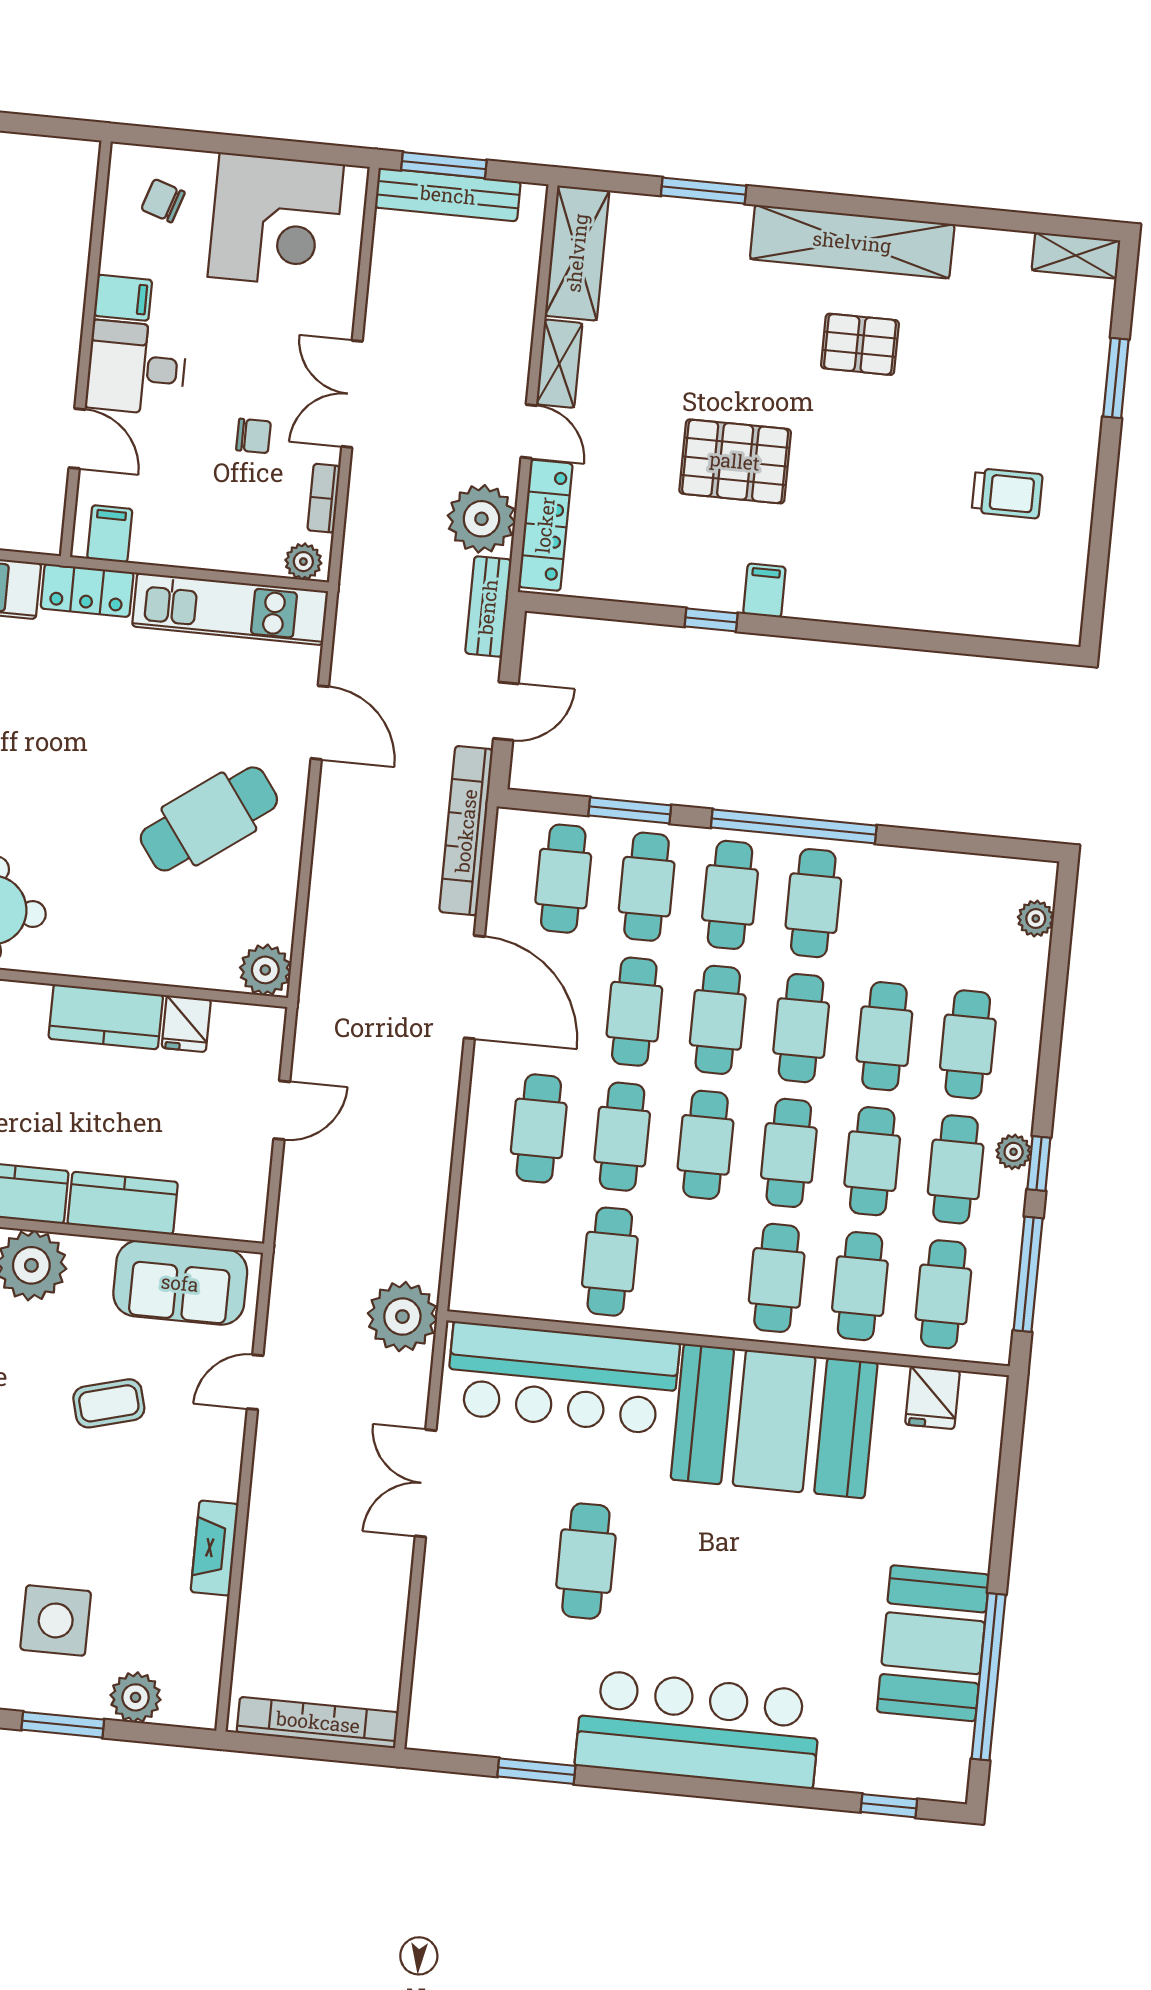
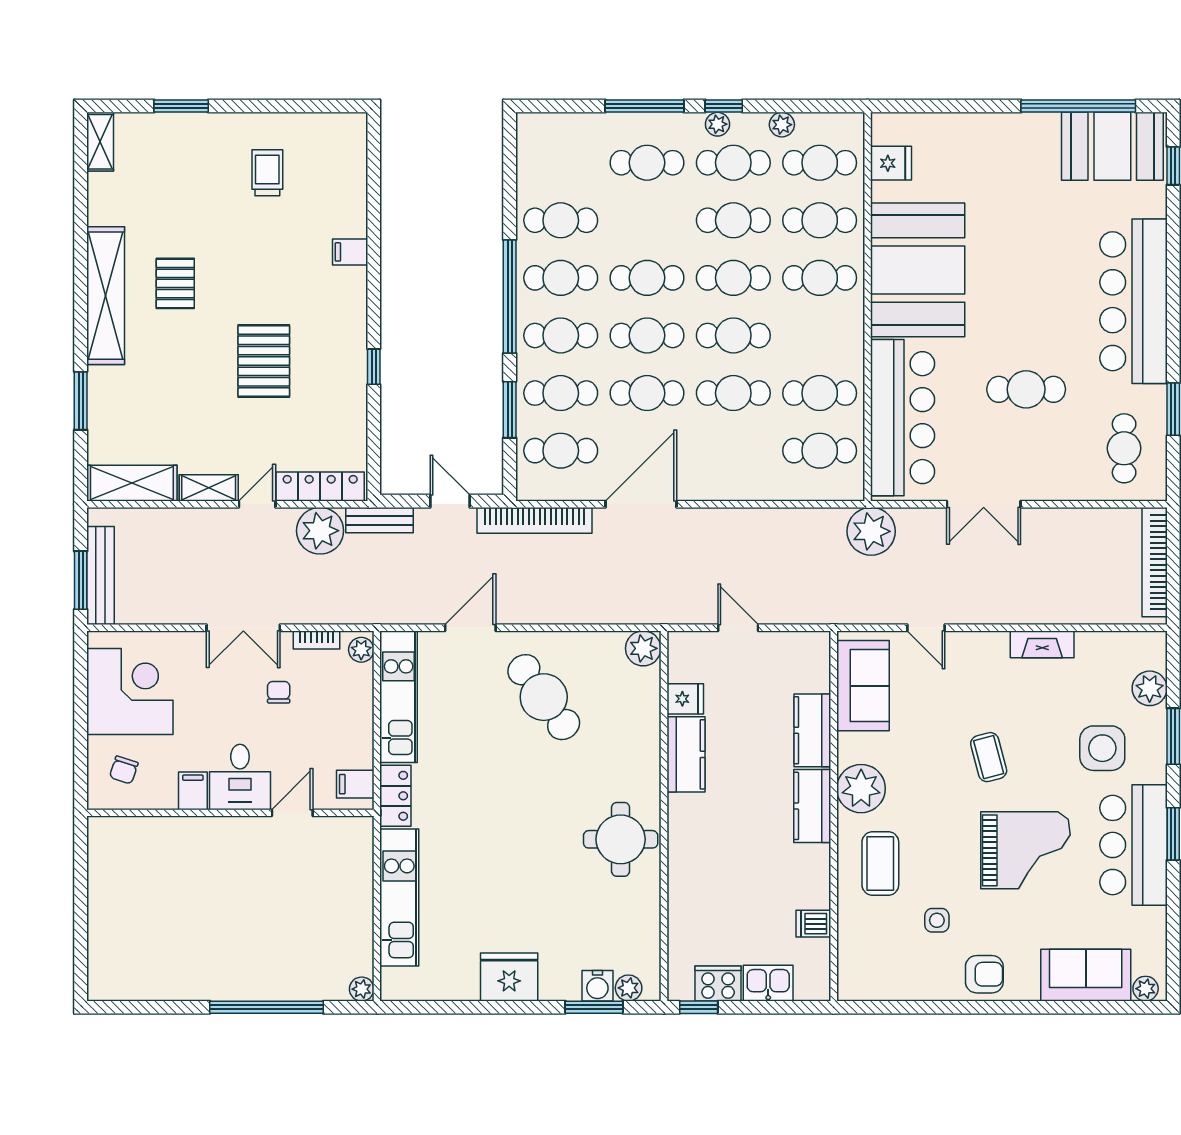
filing cabinet: (764, 591) -> (350, 252), moved
plant: (1036, 919) -> (782, 125), moved
cafe table: (884, 1036) -> (561, 220), moved
cafe table: (539, 1128) -> (820, 451), moved
window: (1028, 1274) -> (644, 106), moved
coffee table: (109, 1403) -> (989, 757), moved
booth: (933, 1643) -> (1112, 146), moved
cafe table: (487, 1694) -> (1124, 448), added

